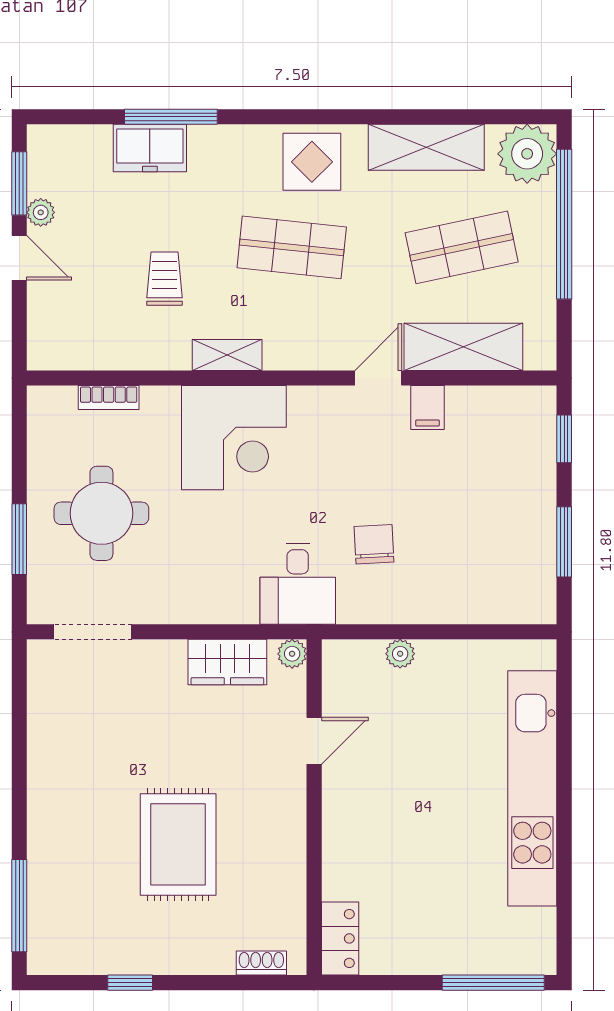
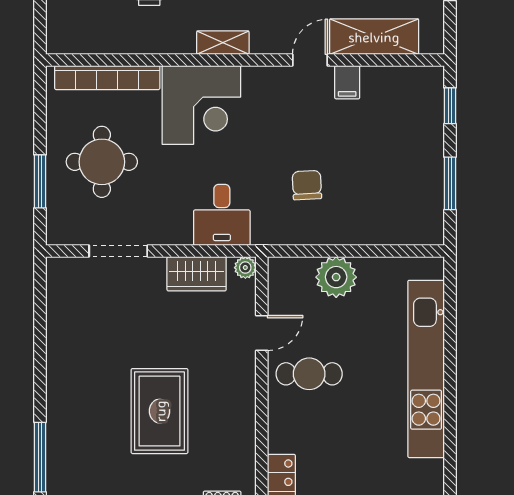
shelving: (227, 355) -> (223, 43), moved
bookcase: (109, 398) -> (107, 78), width x2.31, depth x1.31
desk: (298, 584) -> (222, 215), moved
doorway: (93, 632) -> (118, 251), moved
plant: (400, 654) -> (336, 277), width x1.87, depth x1.87
cafe table: (377, 795) -> (309, 374), added

